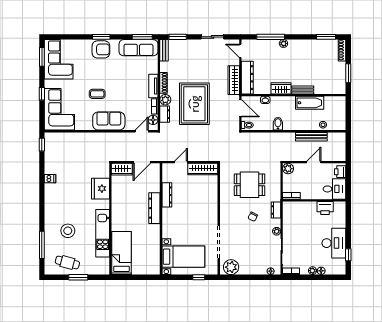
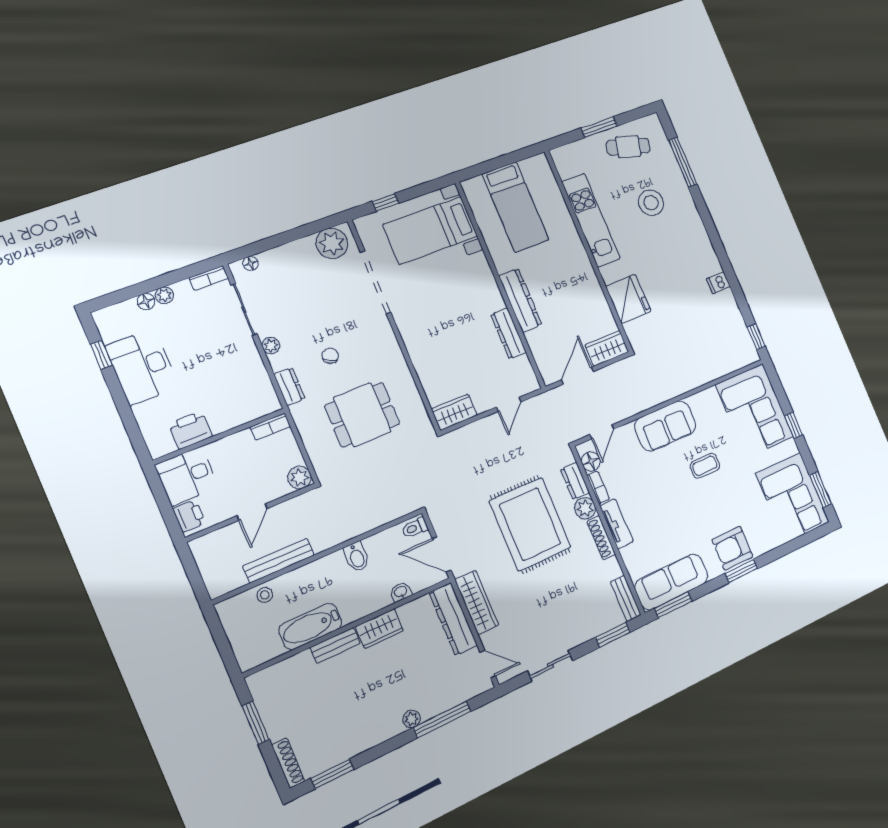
wardrobe: (203, 169) -> (454, 412), width x0.67
bed: (121, 253) -> (515, 207), moved

